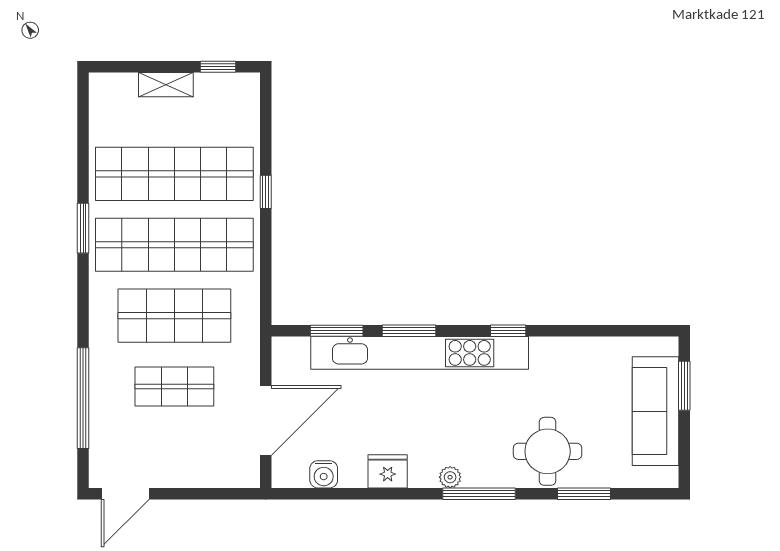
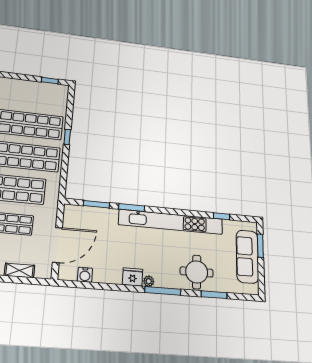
shelving: (166, 85) -> (19, 270), moved
window: (508, 331) -> (222, 216), moved
kitchen unit: (420, 353) -> (171, 222), moved
fridge: (388, 471) -> (133, 277), moved

